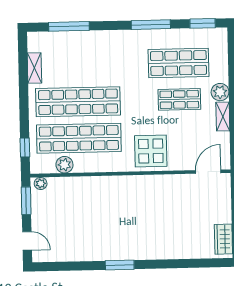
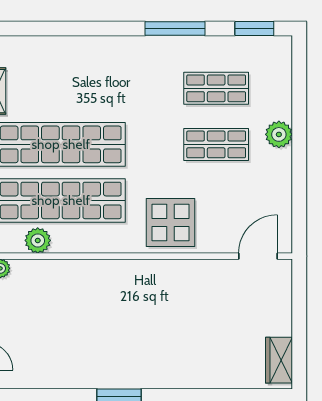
window: (69, 26) -> (49, 29), removed
shop shelf: (178, 63) -> (216, 88), width x0.70, depth x0.74
shelving: (223, 116) -> (282, 172), removed

